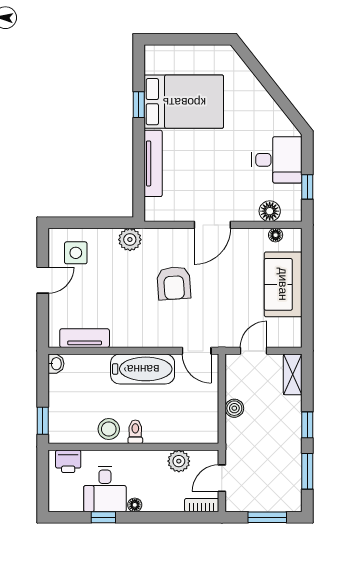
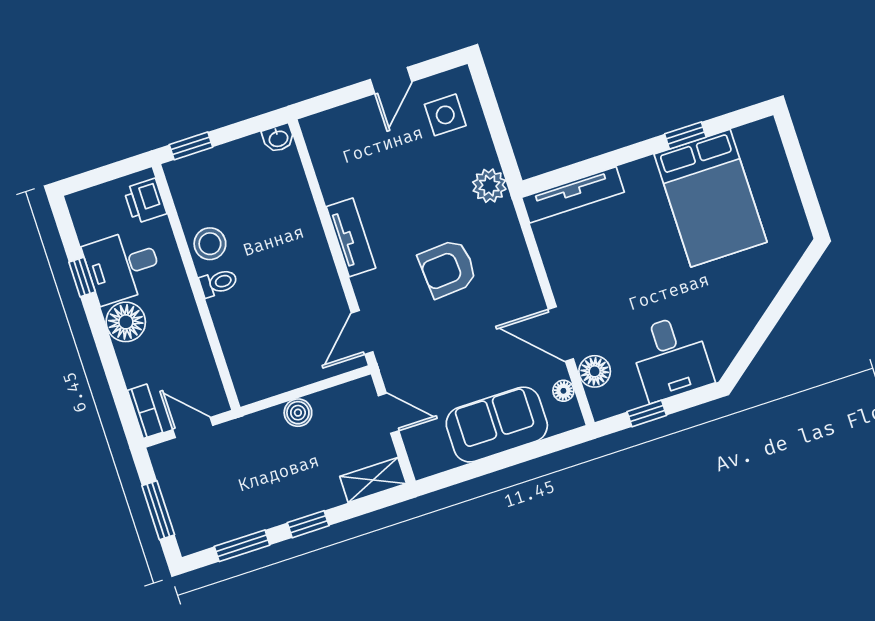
tv unit: (153, 163) -> (573, 195), moved
door: (212, 225) -> (561, 334), moved
door: (43, 280) -> (391, 80), hinge flipped
tv unit: (85, 338) -> (351, 237), moved
bathtub: (143, 369) -> (311, 264), removed
plant: (179, 461) -> (197, 358), removed
floor lamp: (135, 505) -> (126, 322), width x1.89, depth x1.89

